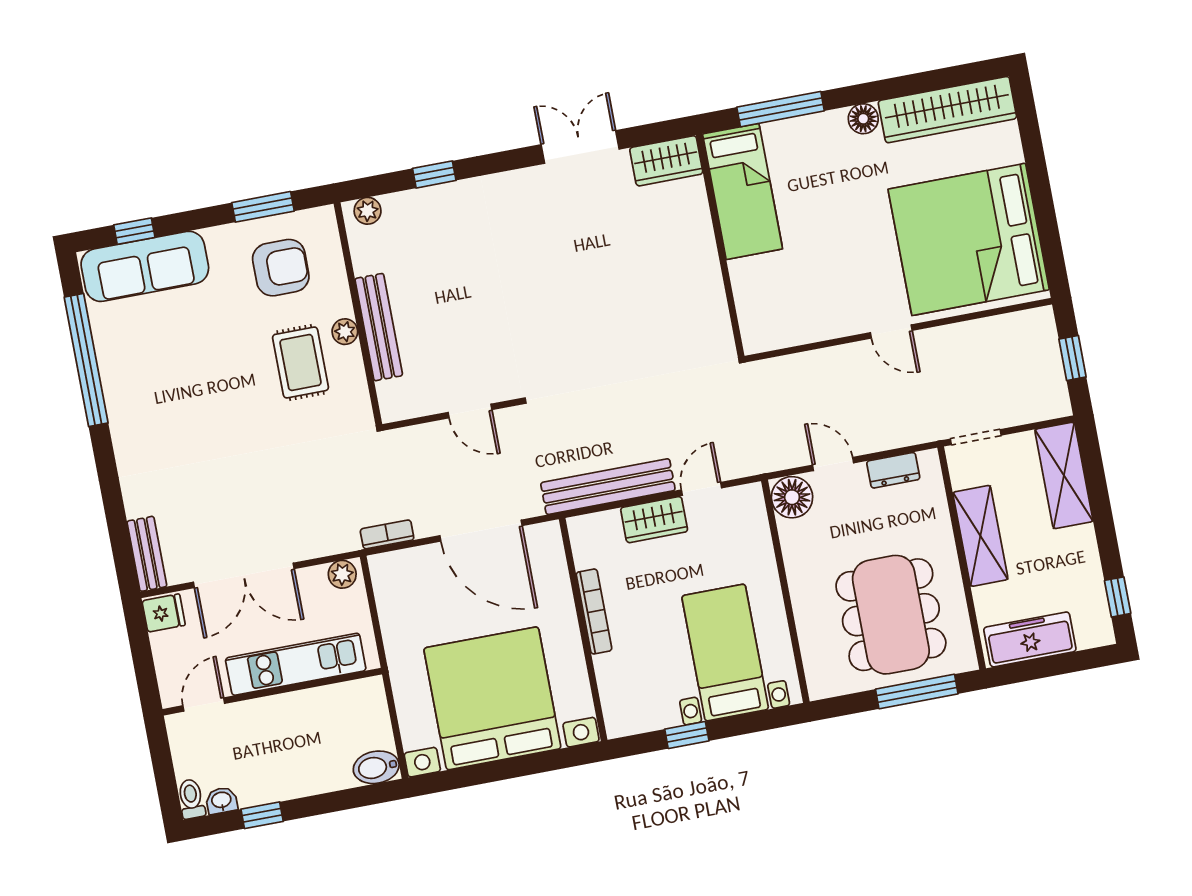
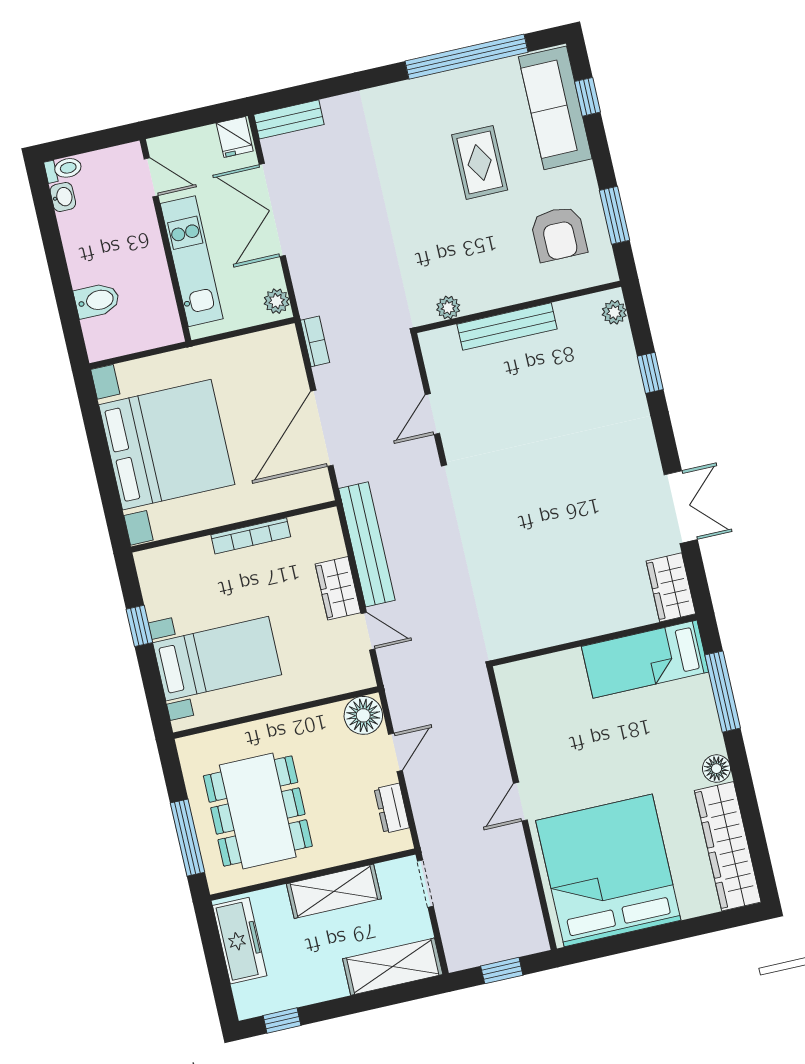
plant: (345, 332) -> (448, 308), moved
rug: (301, 362) -> (480, 162), moved, turned 90
dining table: (891, 615) -> (258, 811), turned 90
bidet: (376, 767) -> (97, 300), moved, turned 90
window: (262, 815) -> (51, 235), removed

